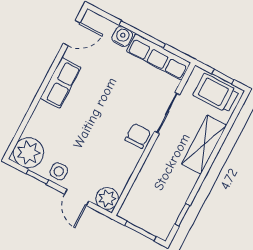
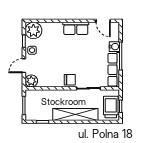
shelving: (204, 145) -> (75, 115), width x1.47

